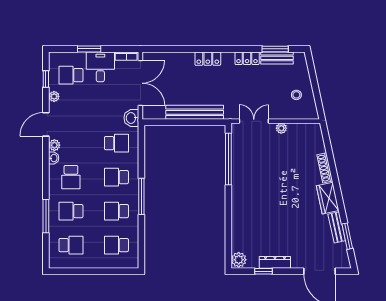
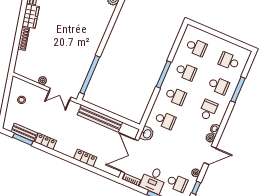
locker: (208, 59) -> (85, 158), moved
school desk: (116, 143) -> (165, 120), turned 180

